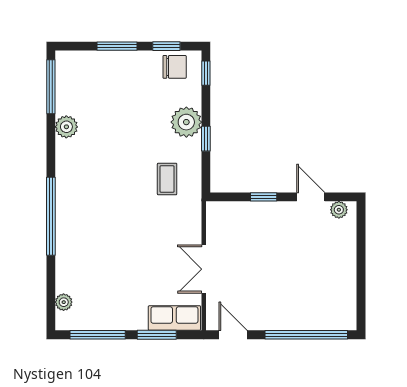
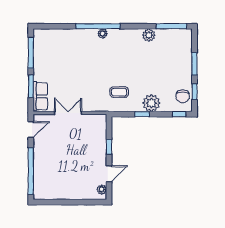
plant: (64, 302) -> (103, 34), moved

